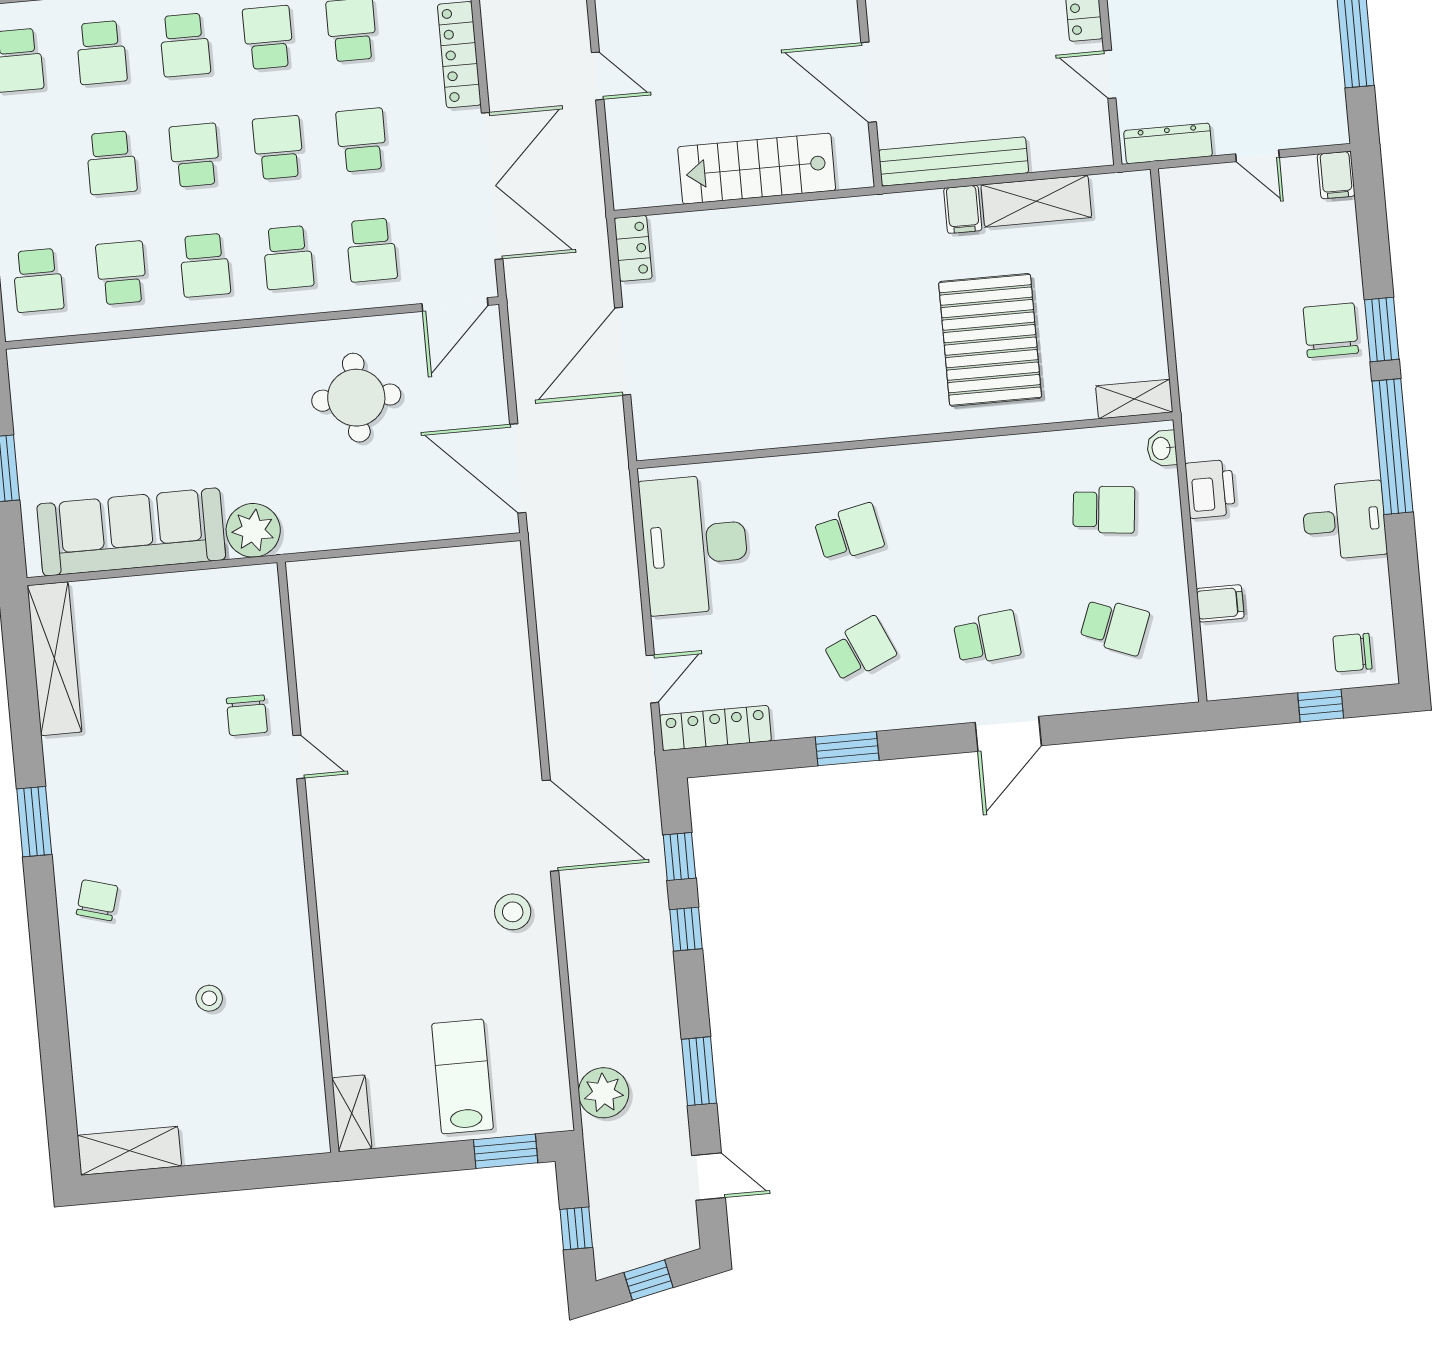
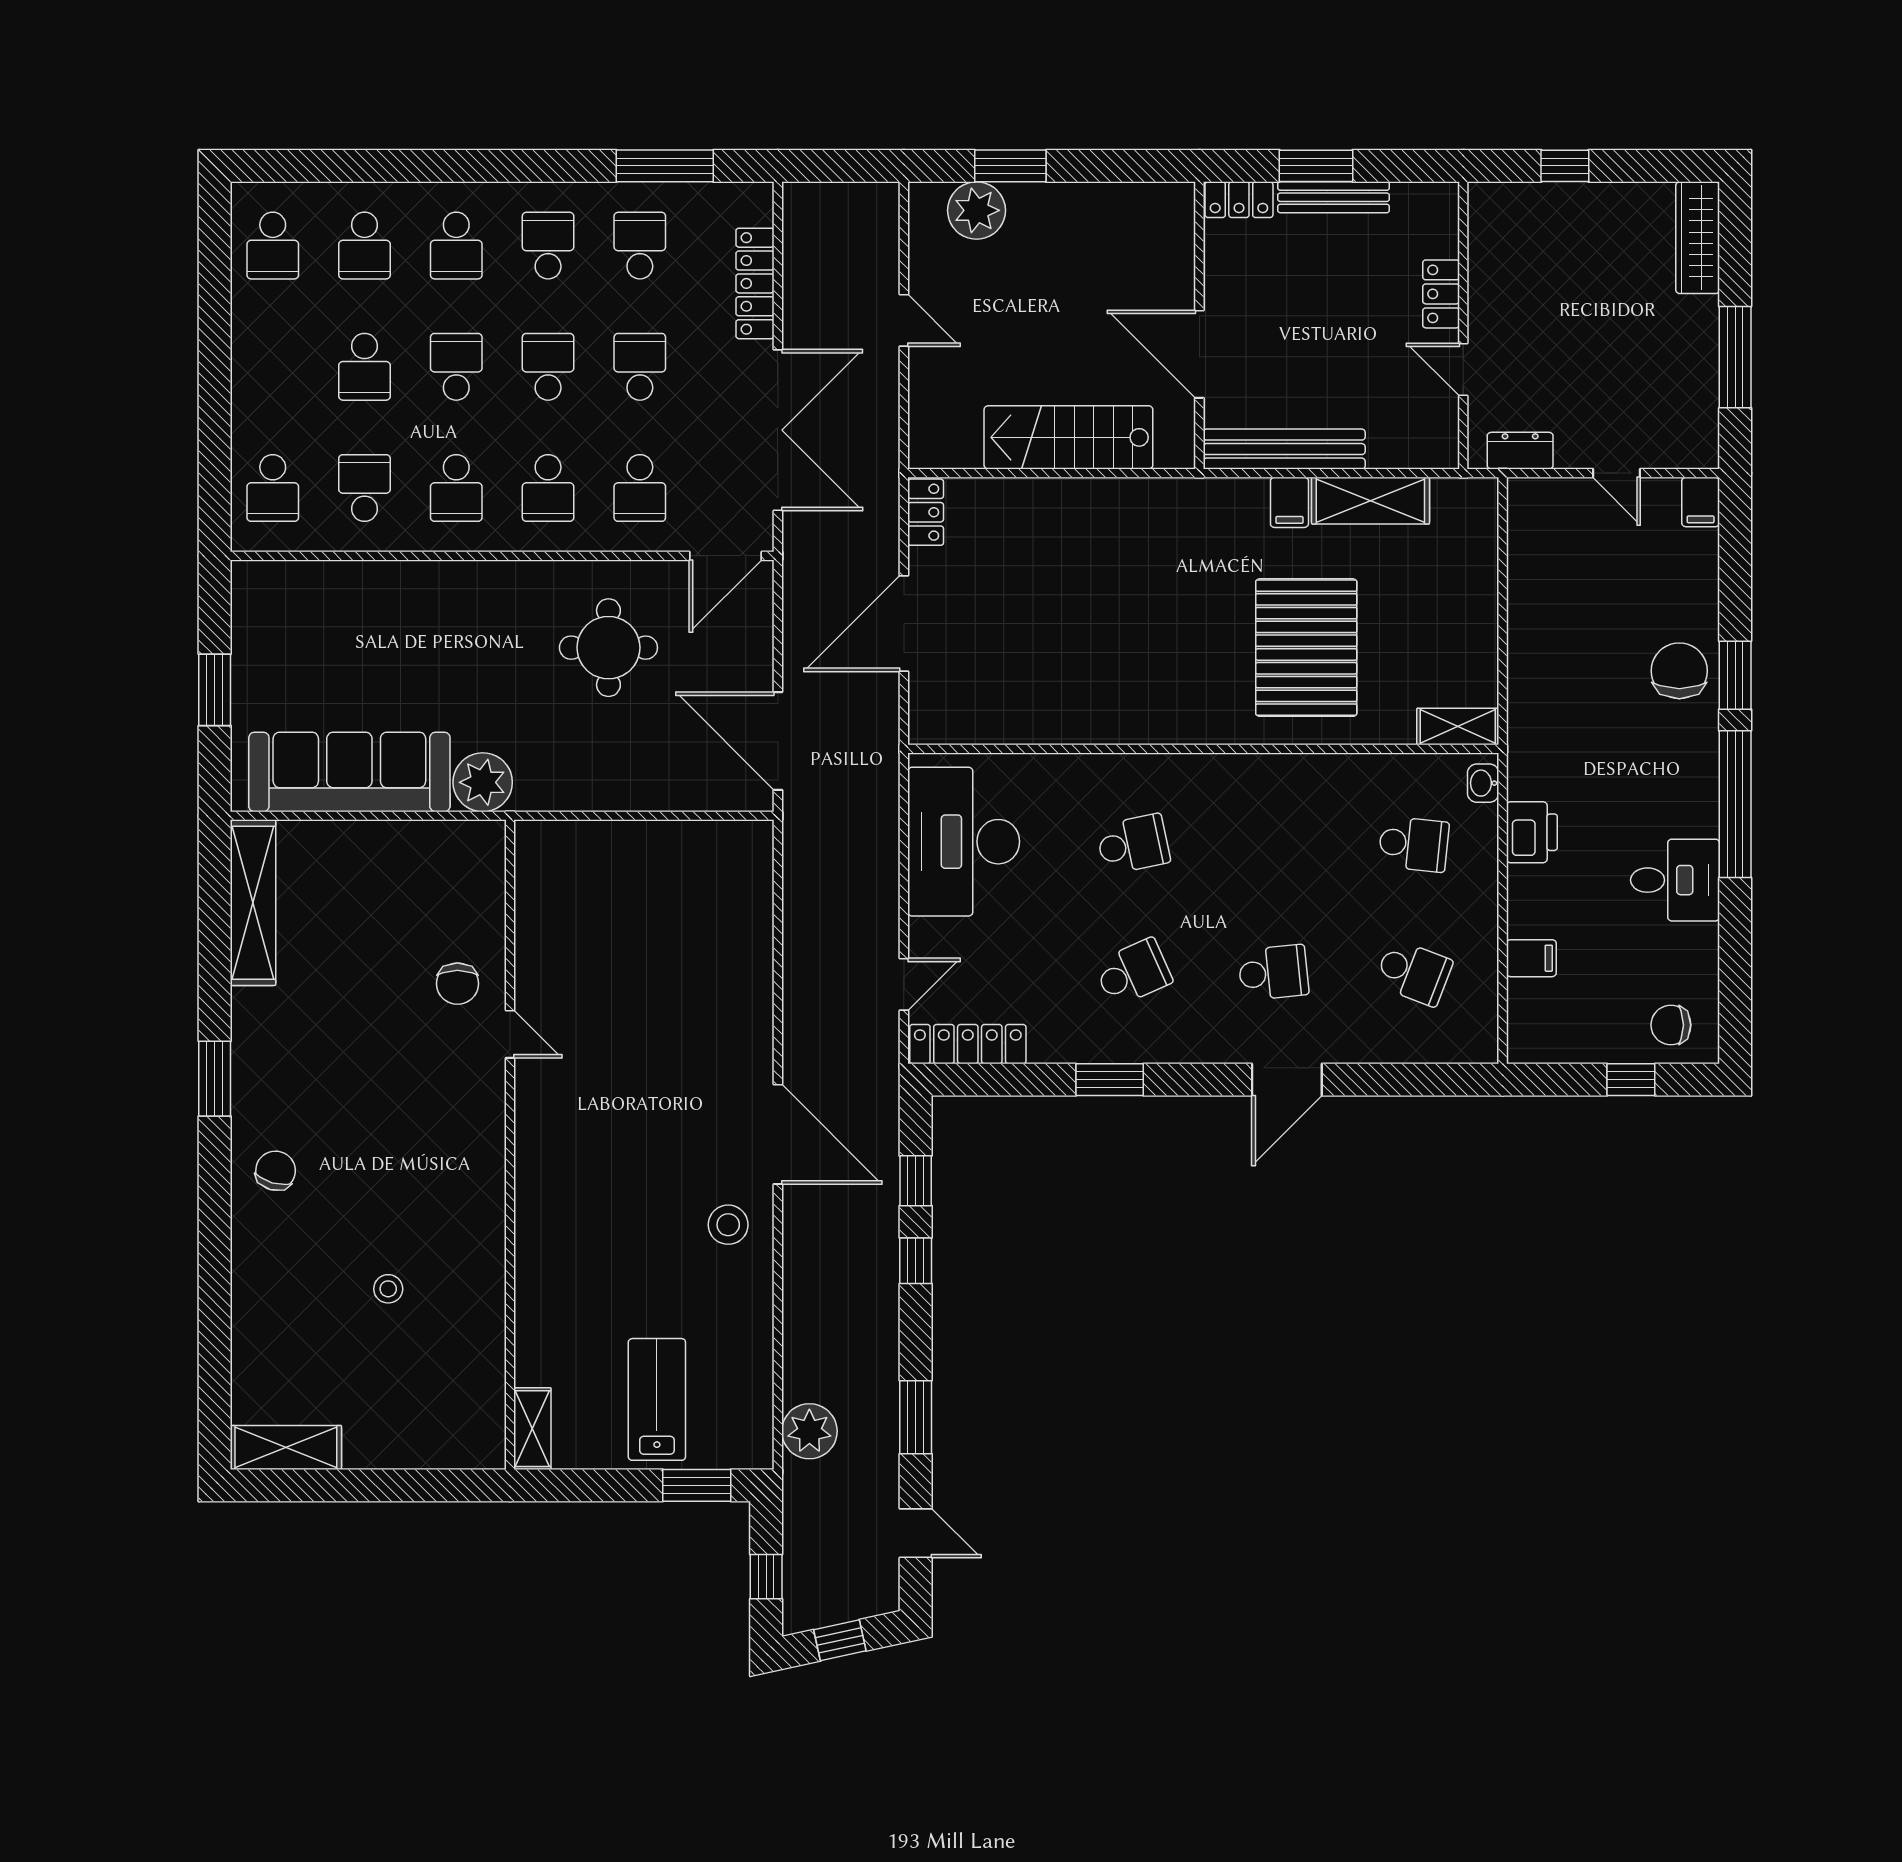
dresser: (1168, 143) -> (1520, 451), width x0.70

